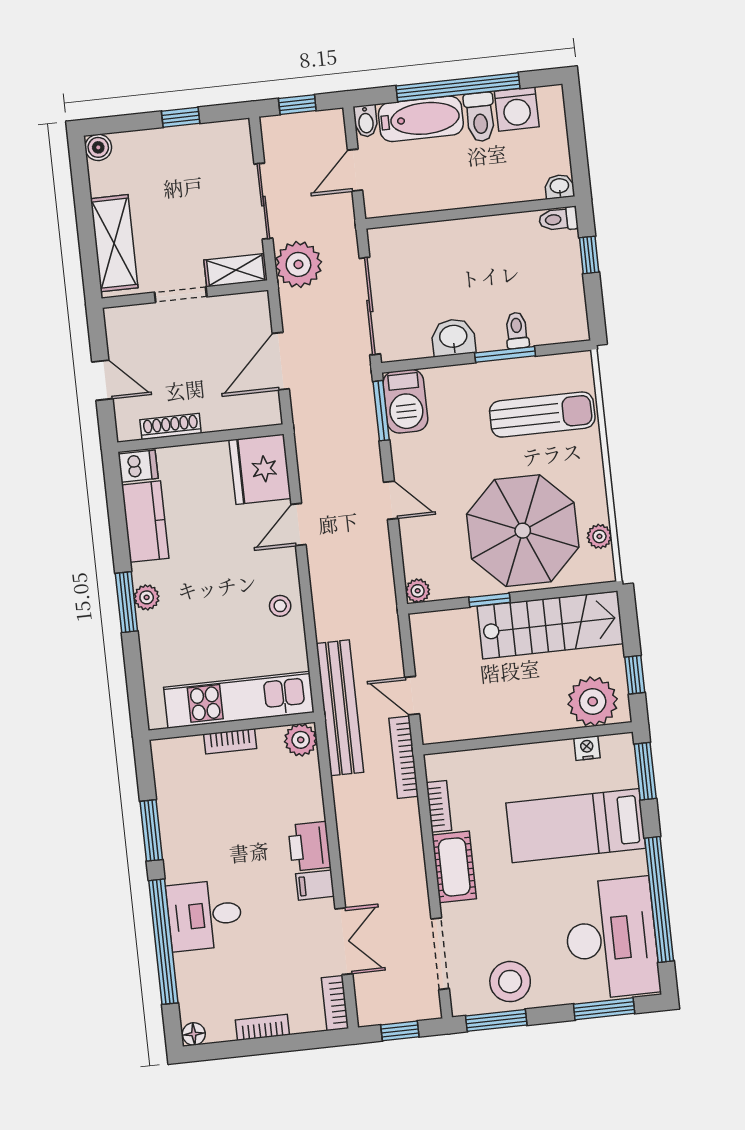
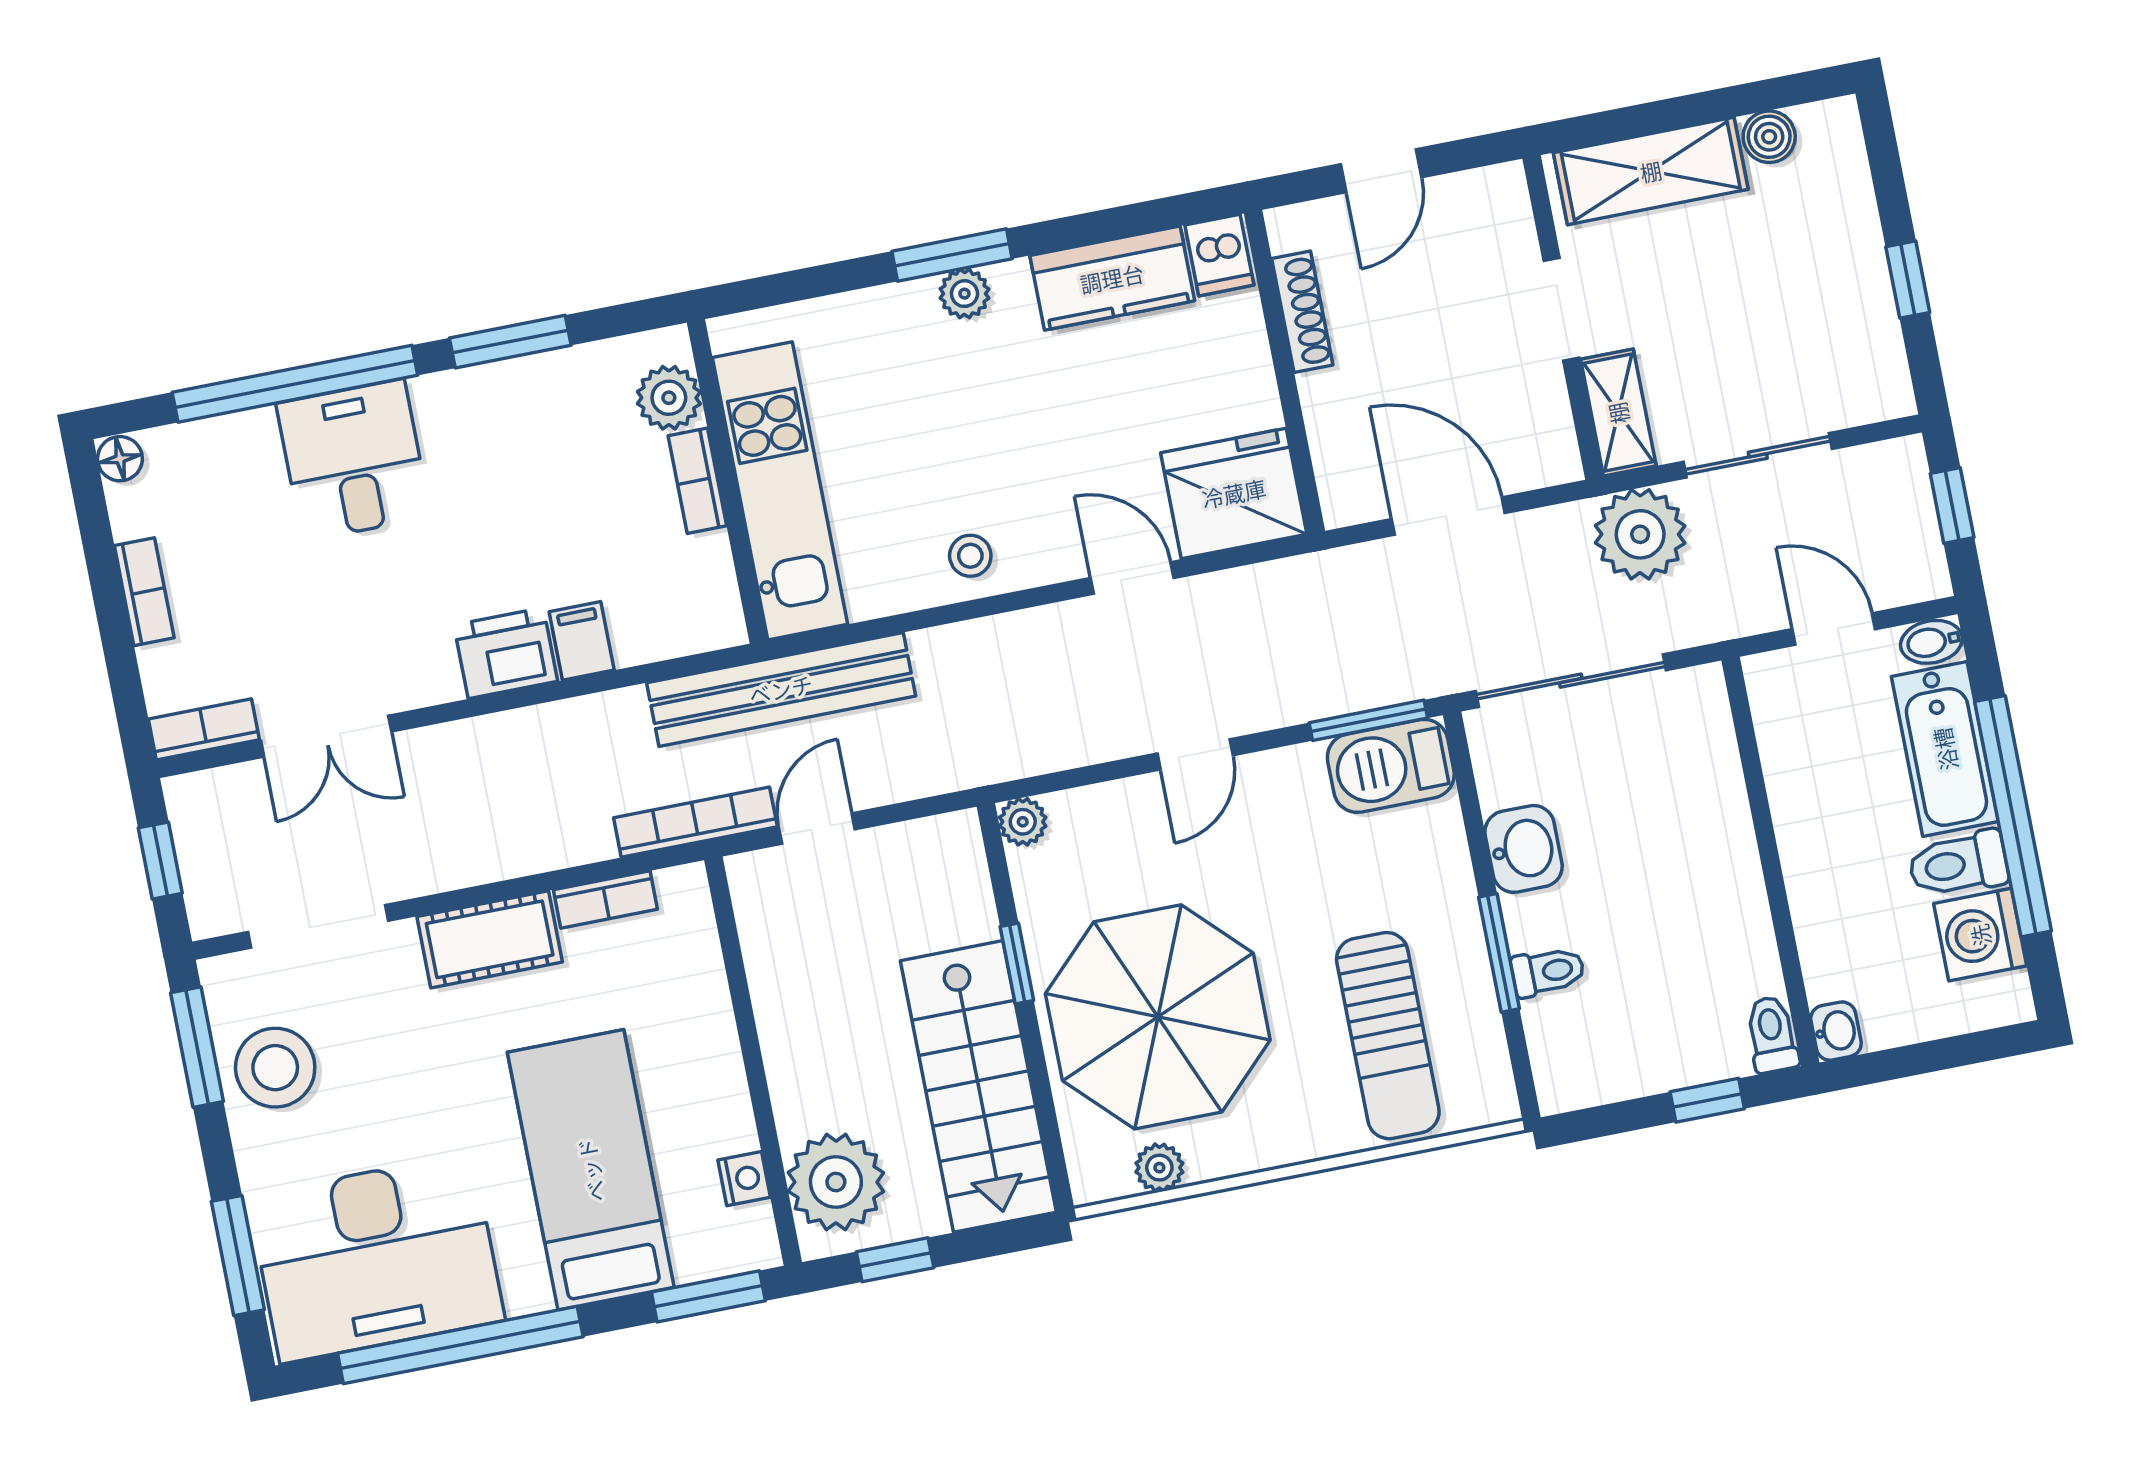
boiler: (98, 147) -> (1769, 137), moved
plant: (301, 740) -> (669, 398), moved
filing cabinet: (315, 885) -> (582, 641), moved

